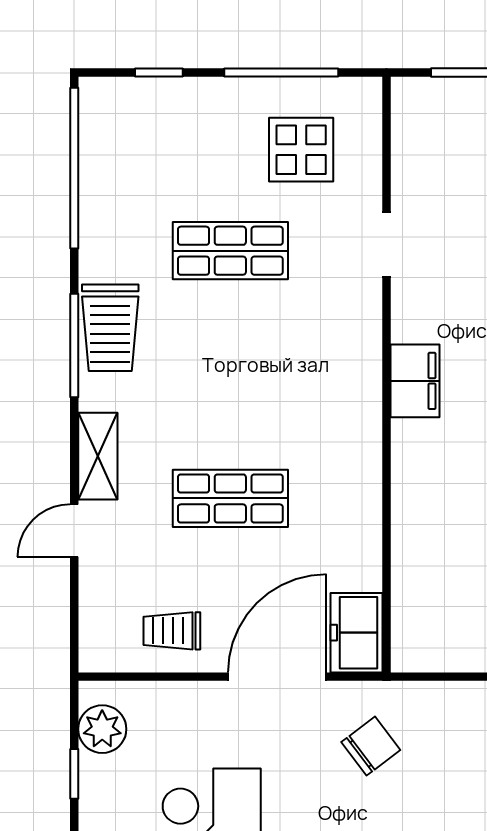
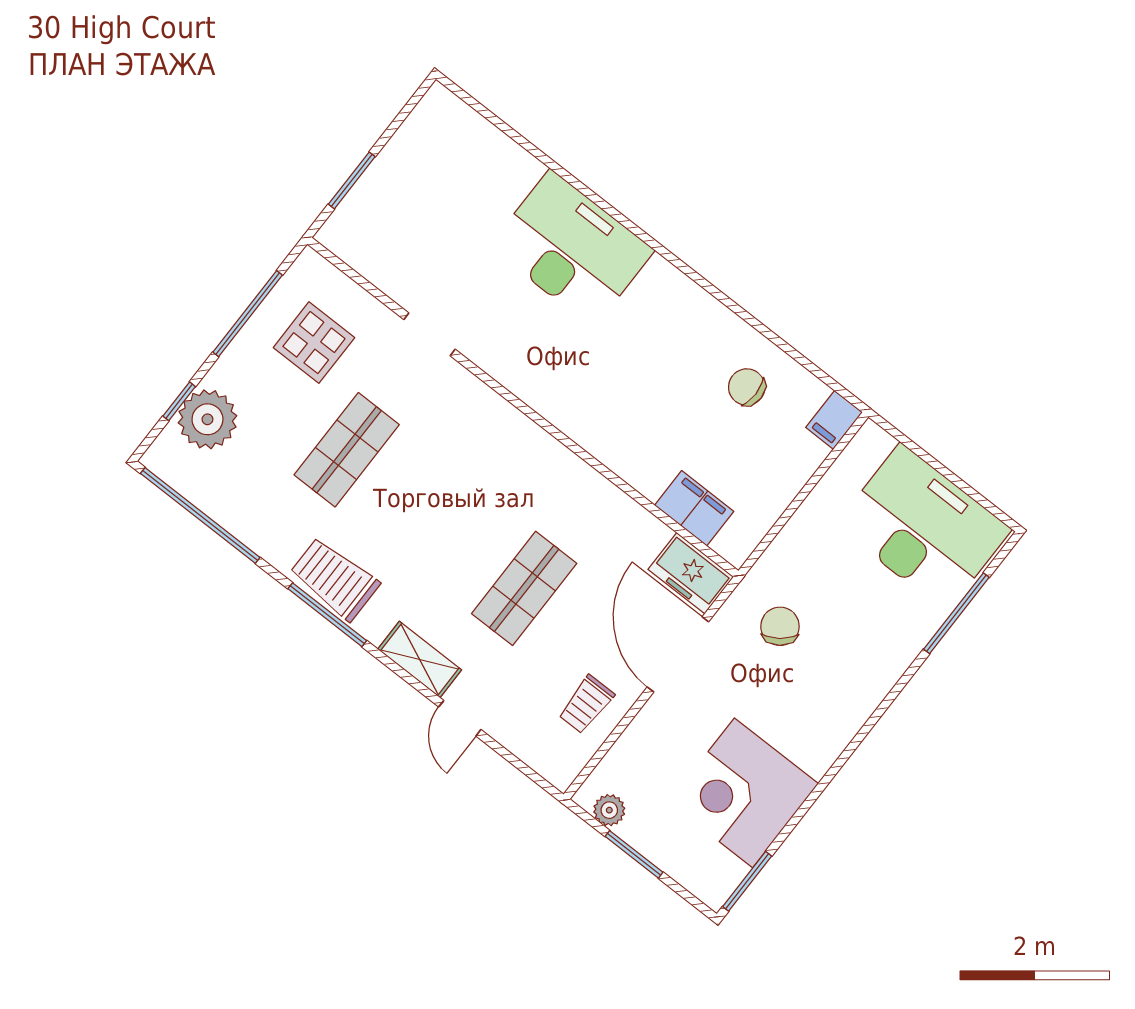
plant: (162, 109) -> (207, 419), added
trolley: (110, 328) -> (335, 579), turned 180
filing cabinet: (415, 381) -> (694, 508), moved
plant: (102, 729) -> (609, 810), width x0.73, depth x0.73
window: (74, 774) -> (634, 854), width x1.50

